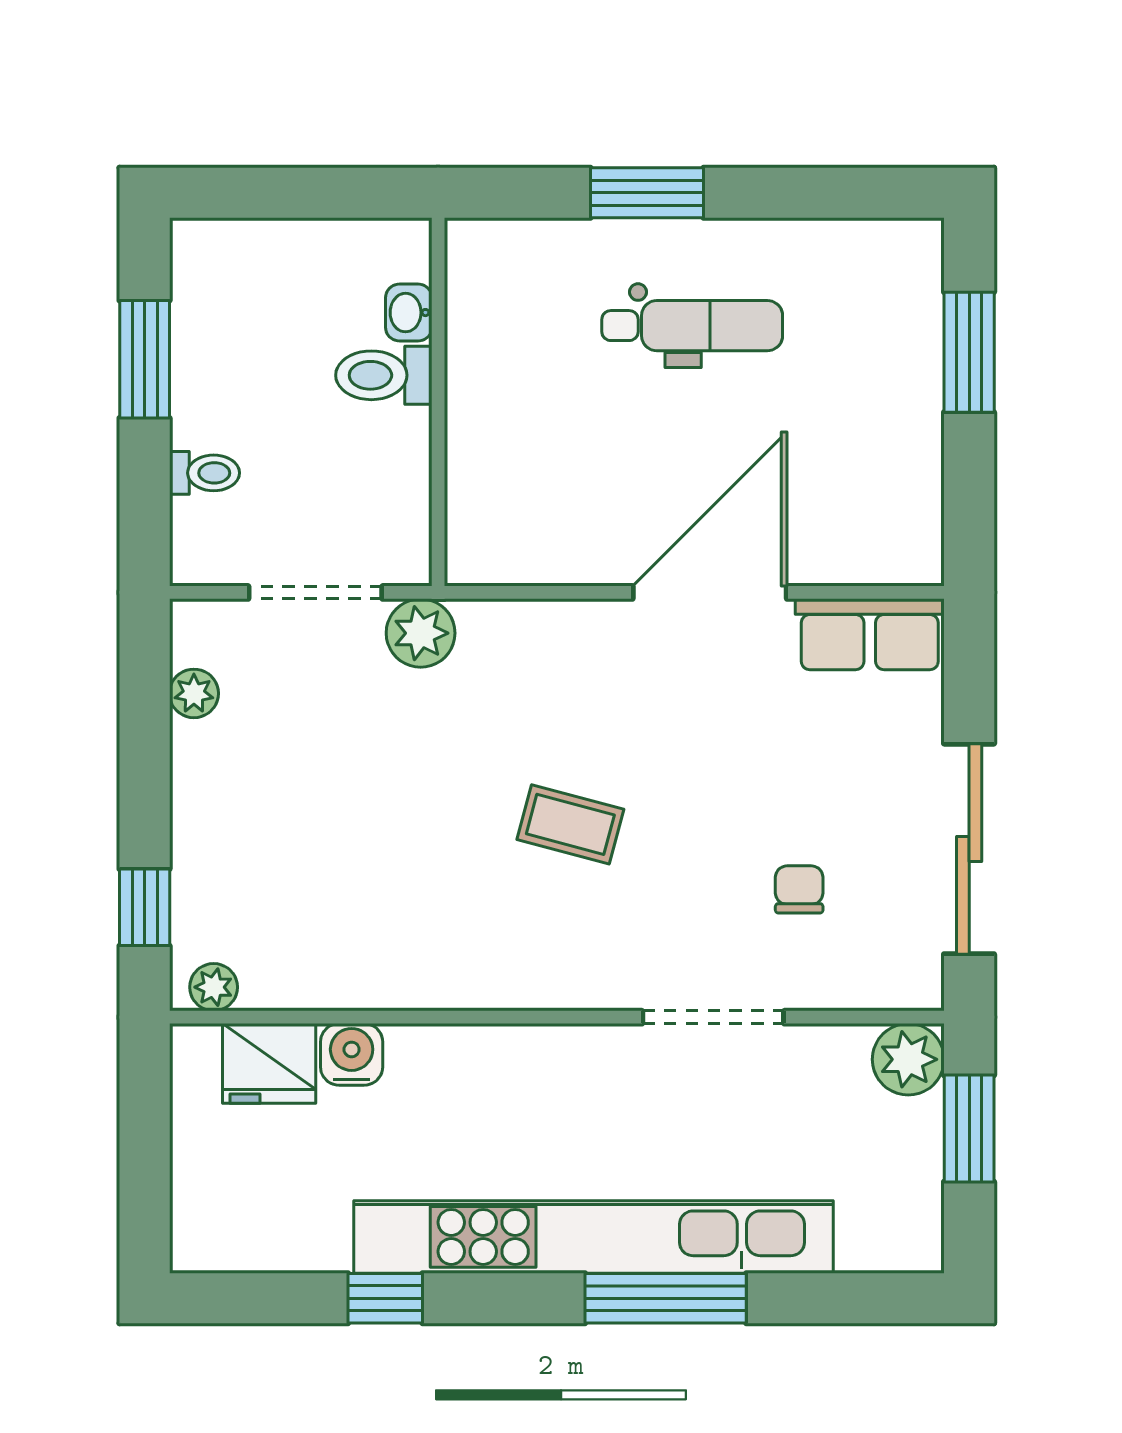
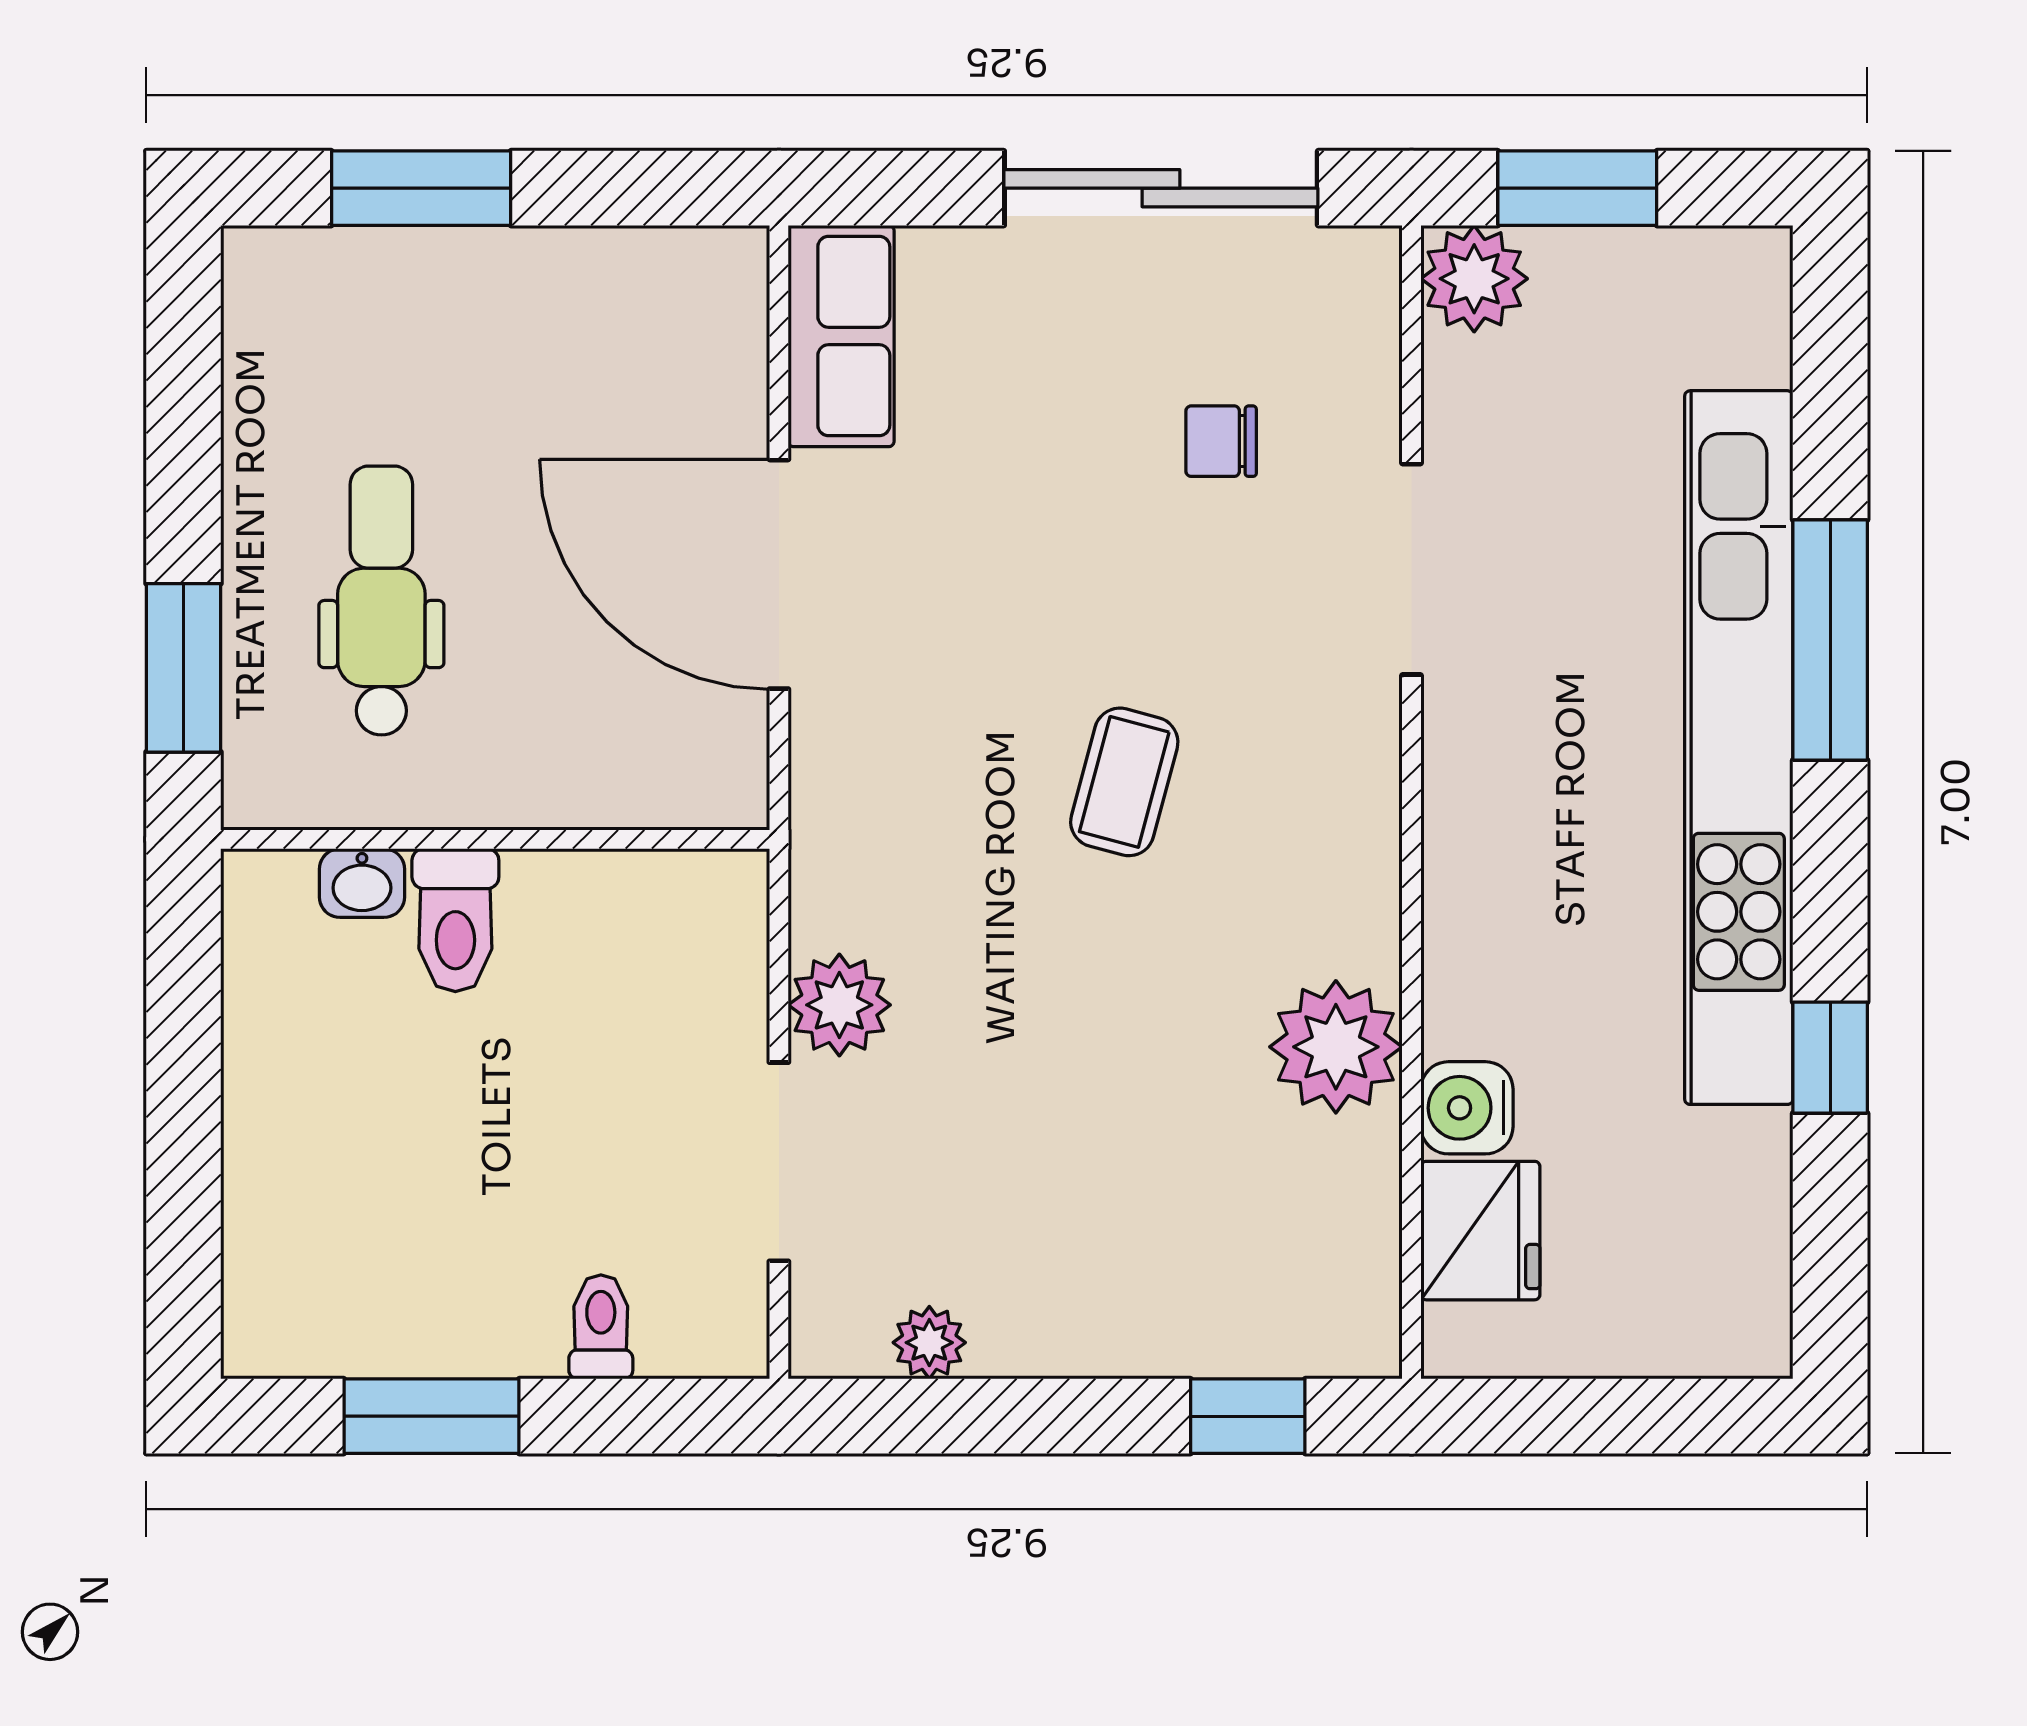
washbasin: (409, 313) -> (362, 883), moved
toilet: (384, 375) -> (455, 920), moved
wall: (438, 402) -> (495, 839), moved
plant: (214, 987) -> (1336, 1047), moved, width x1.88, depth x1.88

